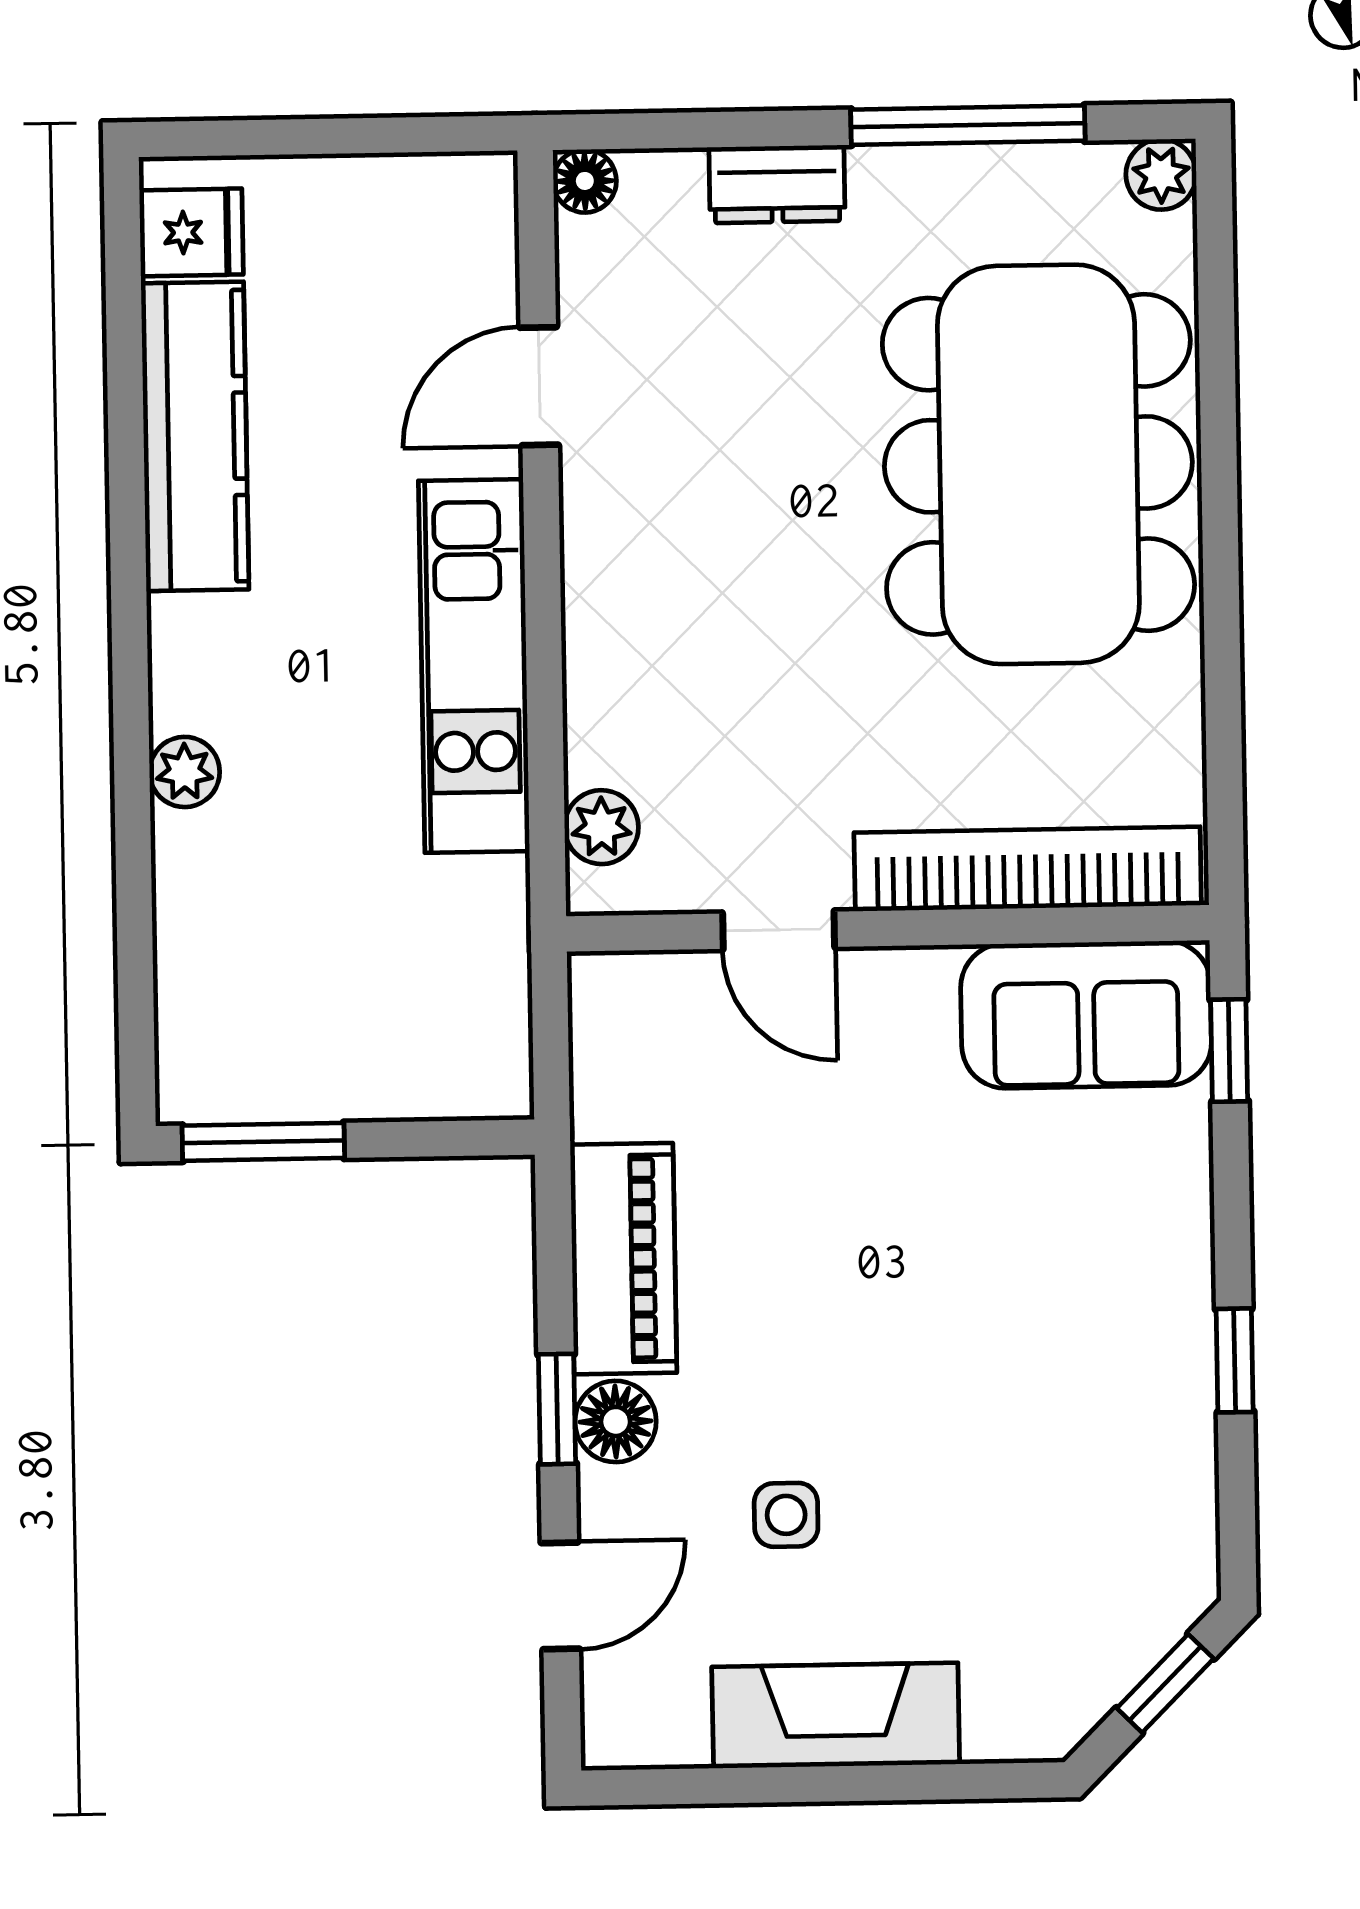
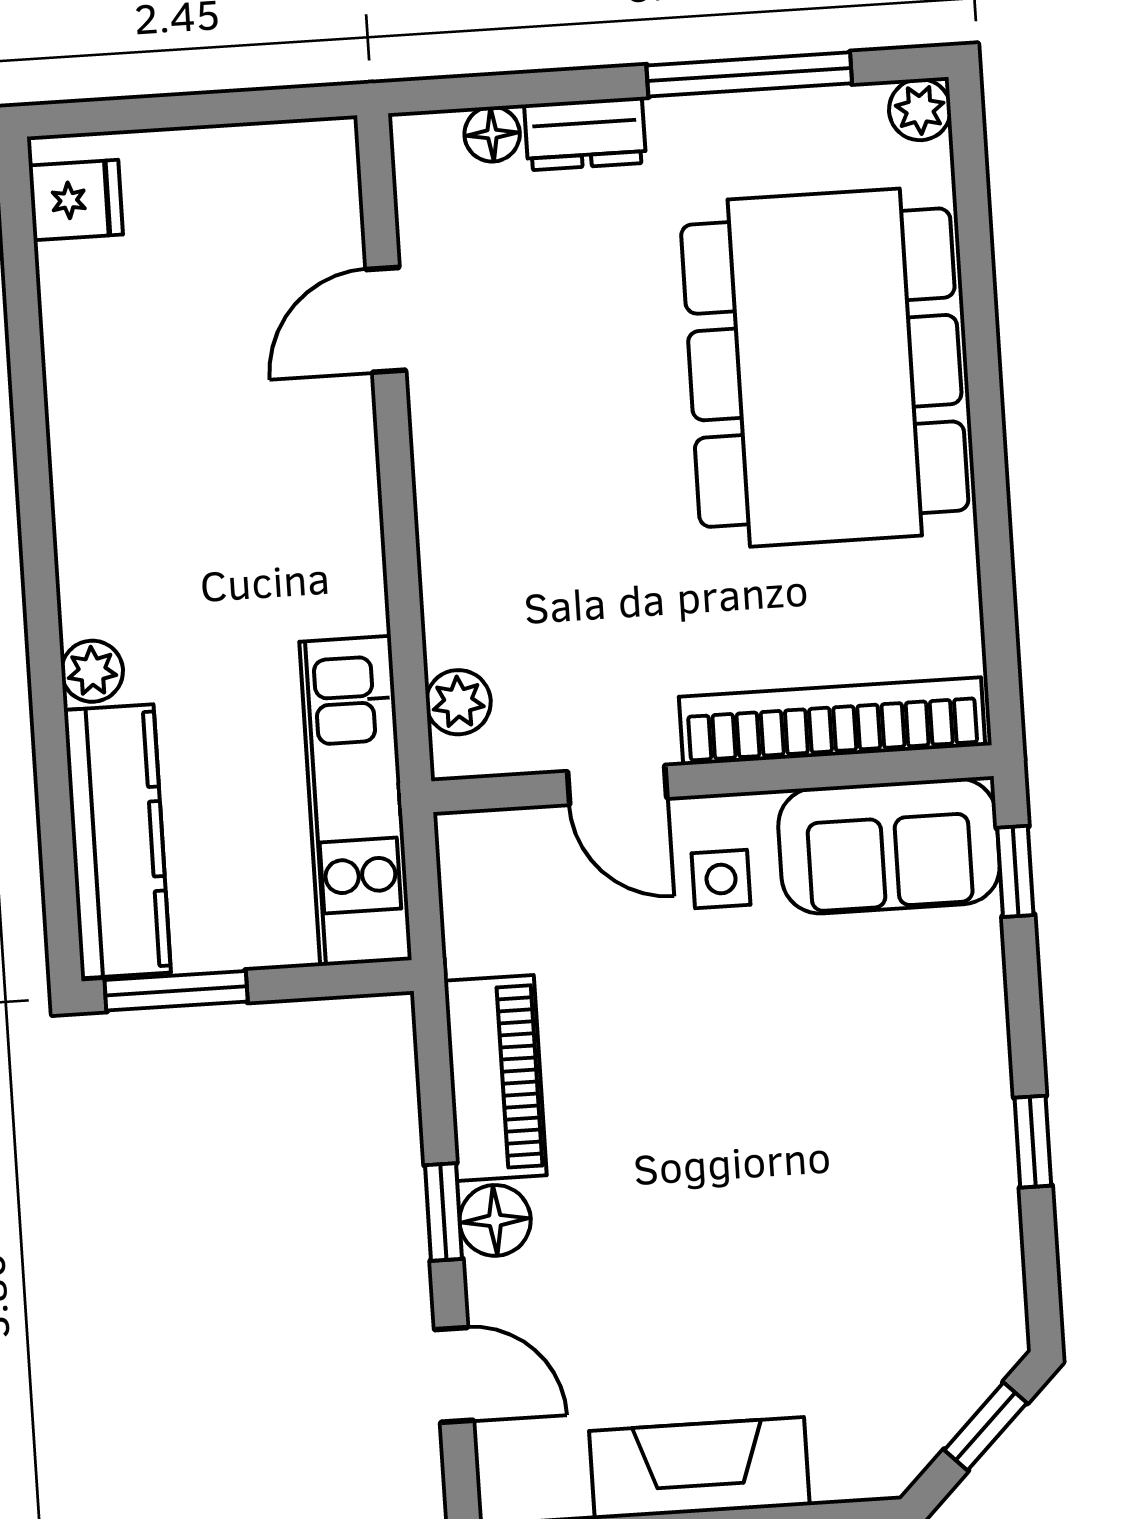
floor lamp: (585, 181) -> (492, 134), moved
kitchen counter: (195, 436) -> (117, 841), moved
kitchen unit: (474, 666) -> (356, 801), moved
side table: (786, 1515) -> (721, 879), moved
door: (560, 1596) -> (454, 1375), hinge flipped

